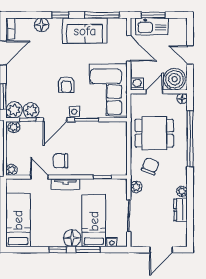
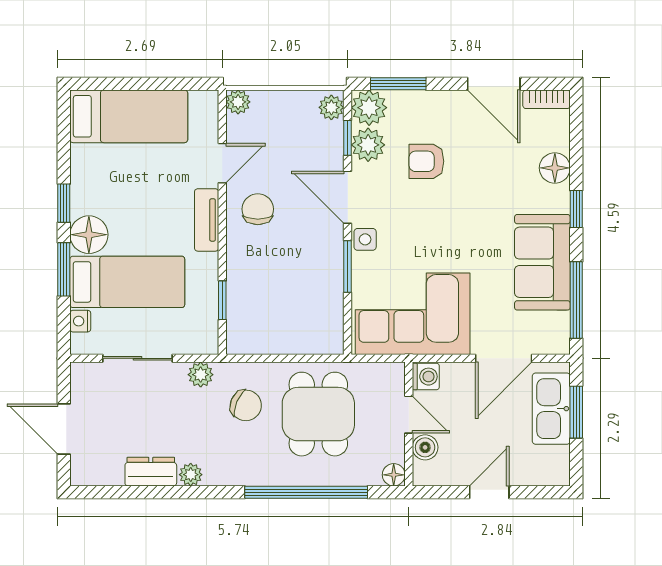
boiler: (175, 79) -> (425, 447), width x0.54, depth x0.54
armchair: (66, 85) -> (426, 161), moved

